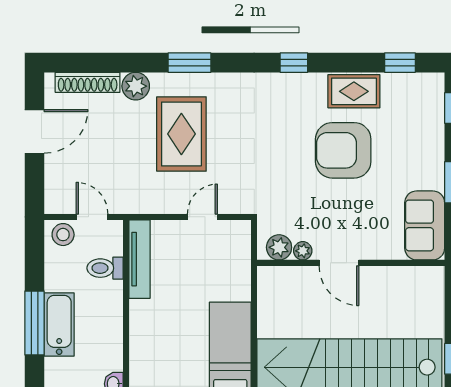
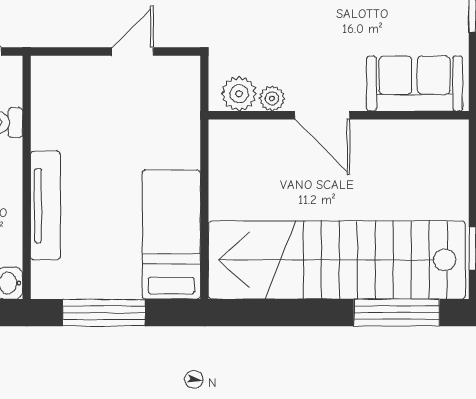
sofa: (425, 225) -> (415, 84), moved, turned 90
tv unit: (139, 259) -> (45, 205), moved

